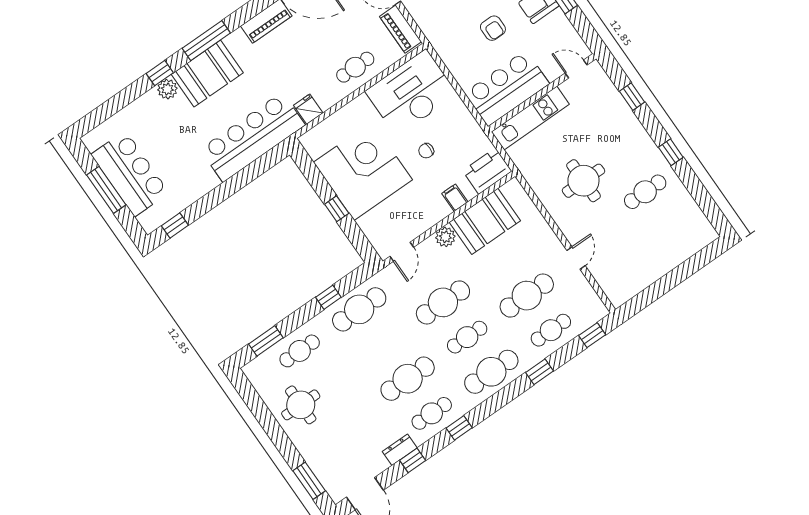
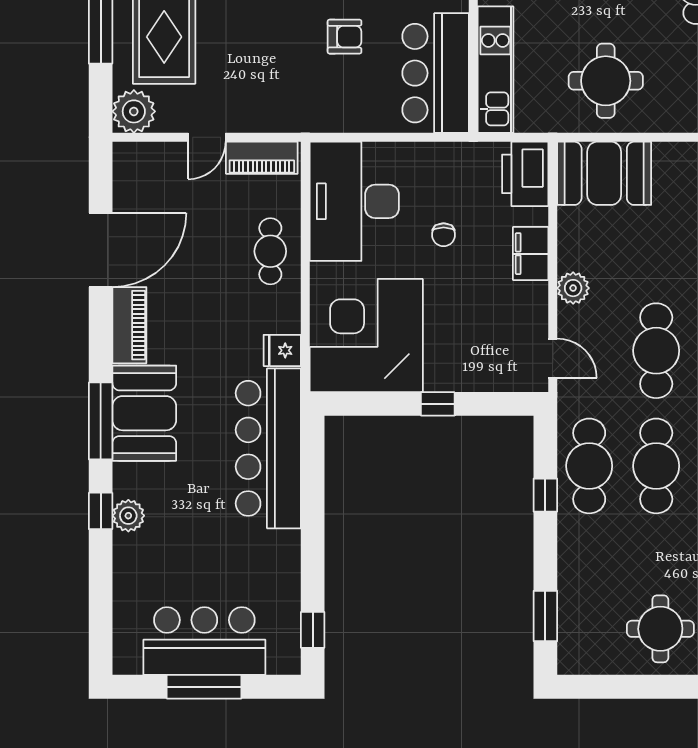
booth: (207, 74) -> (144, 413), moved
corner desk: (363, 171) -> (366, 336), moved
round table: (583, 181) -> (606, 81), moved
filing cabinet: (455, 198) -> (531, 254), width x2.00
booth: (485, 221) -> (604, 173), moved, turned 90
cafe table: (300, 351) -> (656, 466), moved, width x1.37, depth x1.35

